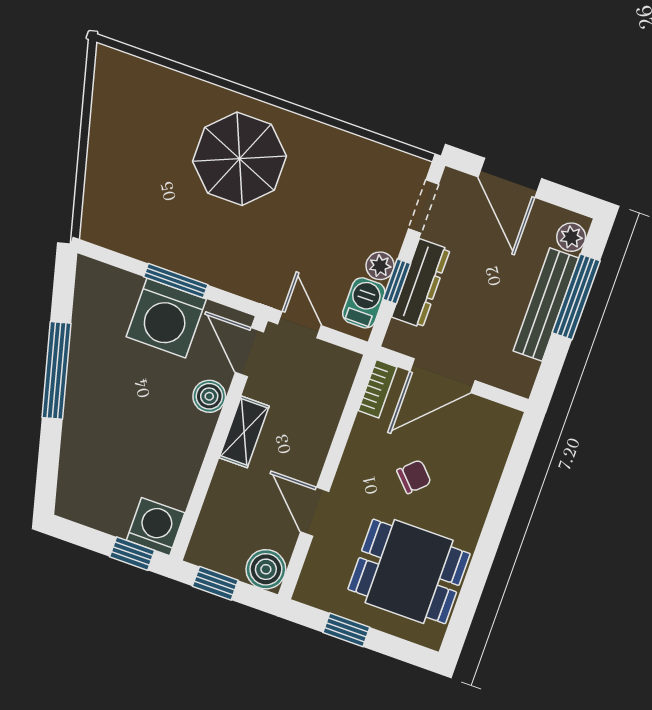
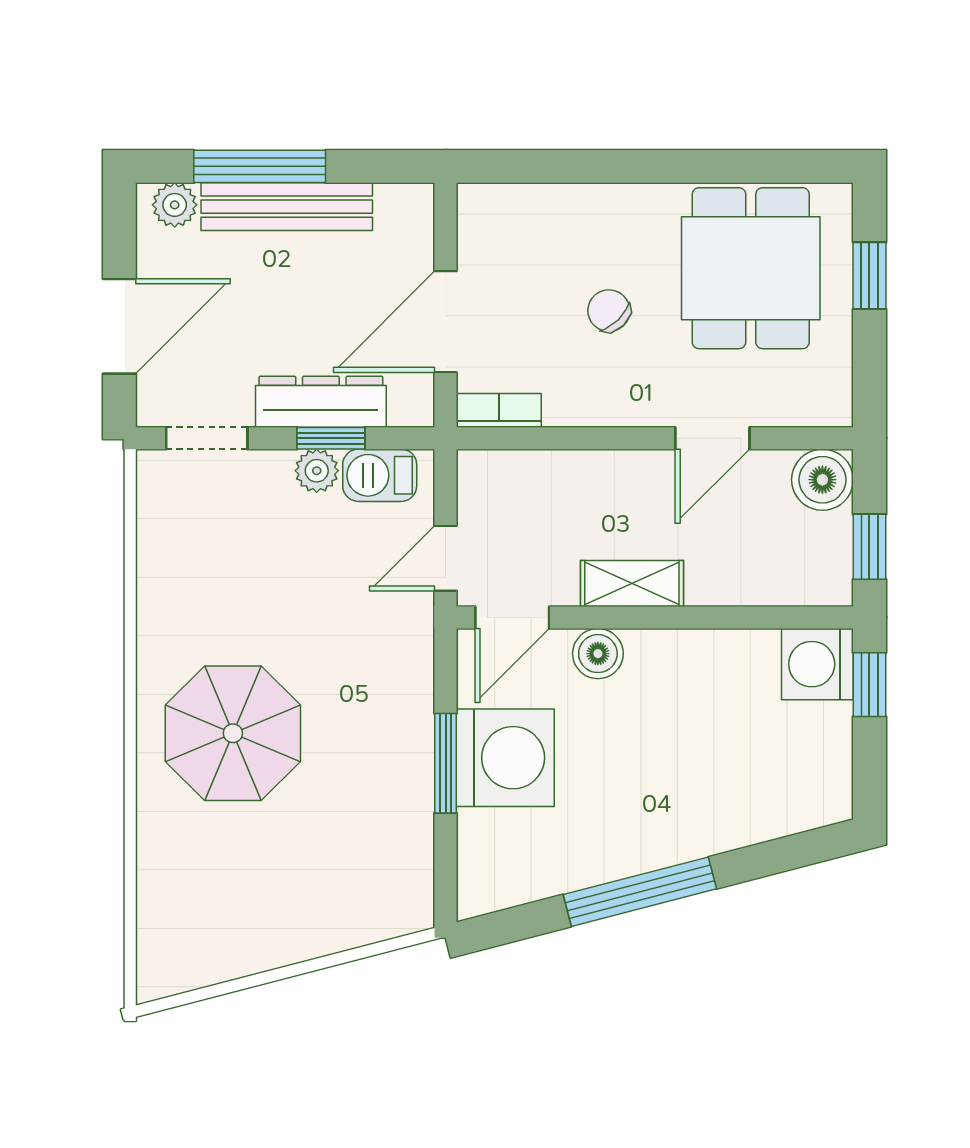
door: (442, 376) -> (446, 322), swing flipped
window: (346, 630) -> (869, 276), moved

